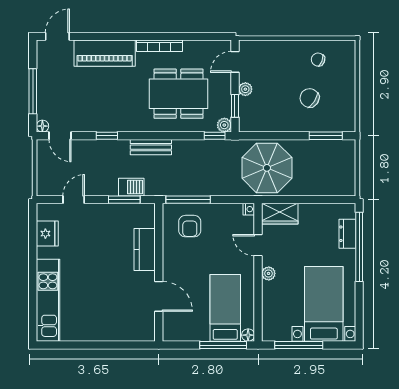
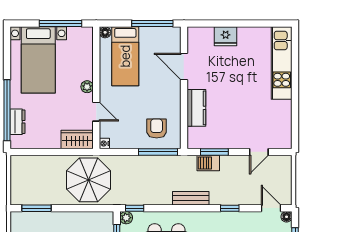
fridge: (47, 234) -> (226, 36), moved, turned -90
window: (223, 345) -> (152, 24), moved

